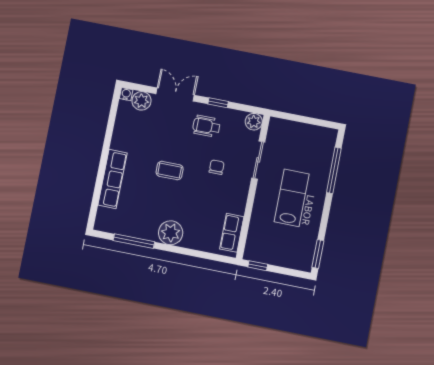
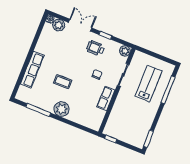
coffee table: (170, 171) -> (63, 82), moved
lab bench: (292, 198) -> (149, 83), moved
row of seats: (232, 233) -> (106, 98), moved

